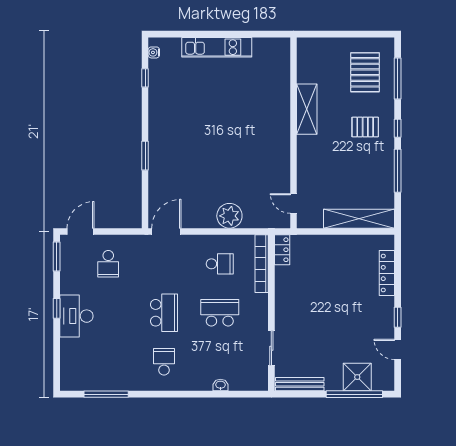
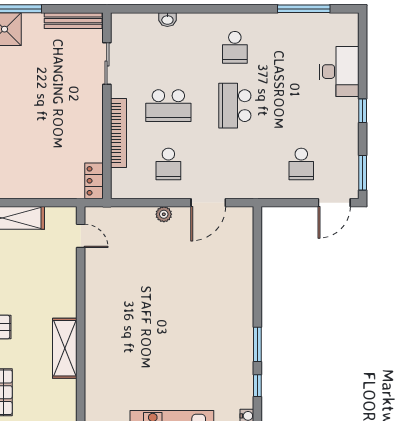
window: (145, 156) -> (257, 344), moved
plant: (229, 216) -> (164, 214), width x0.53, depth x0.53
door: (166, 231) -> (208, 203), moved
school desk: (108, 264) -> (301, 164), turned 180
school desk: (220, 264) -> (168, 164), turned -90
bookcase: (262, 264) -> (118, 133), moved
desk: (76, 316) -> (339, 72), moved

